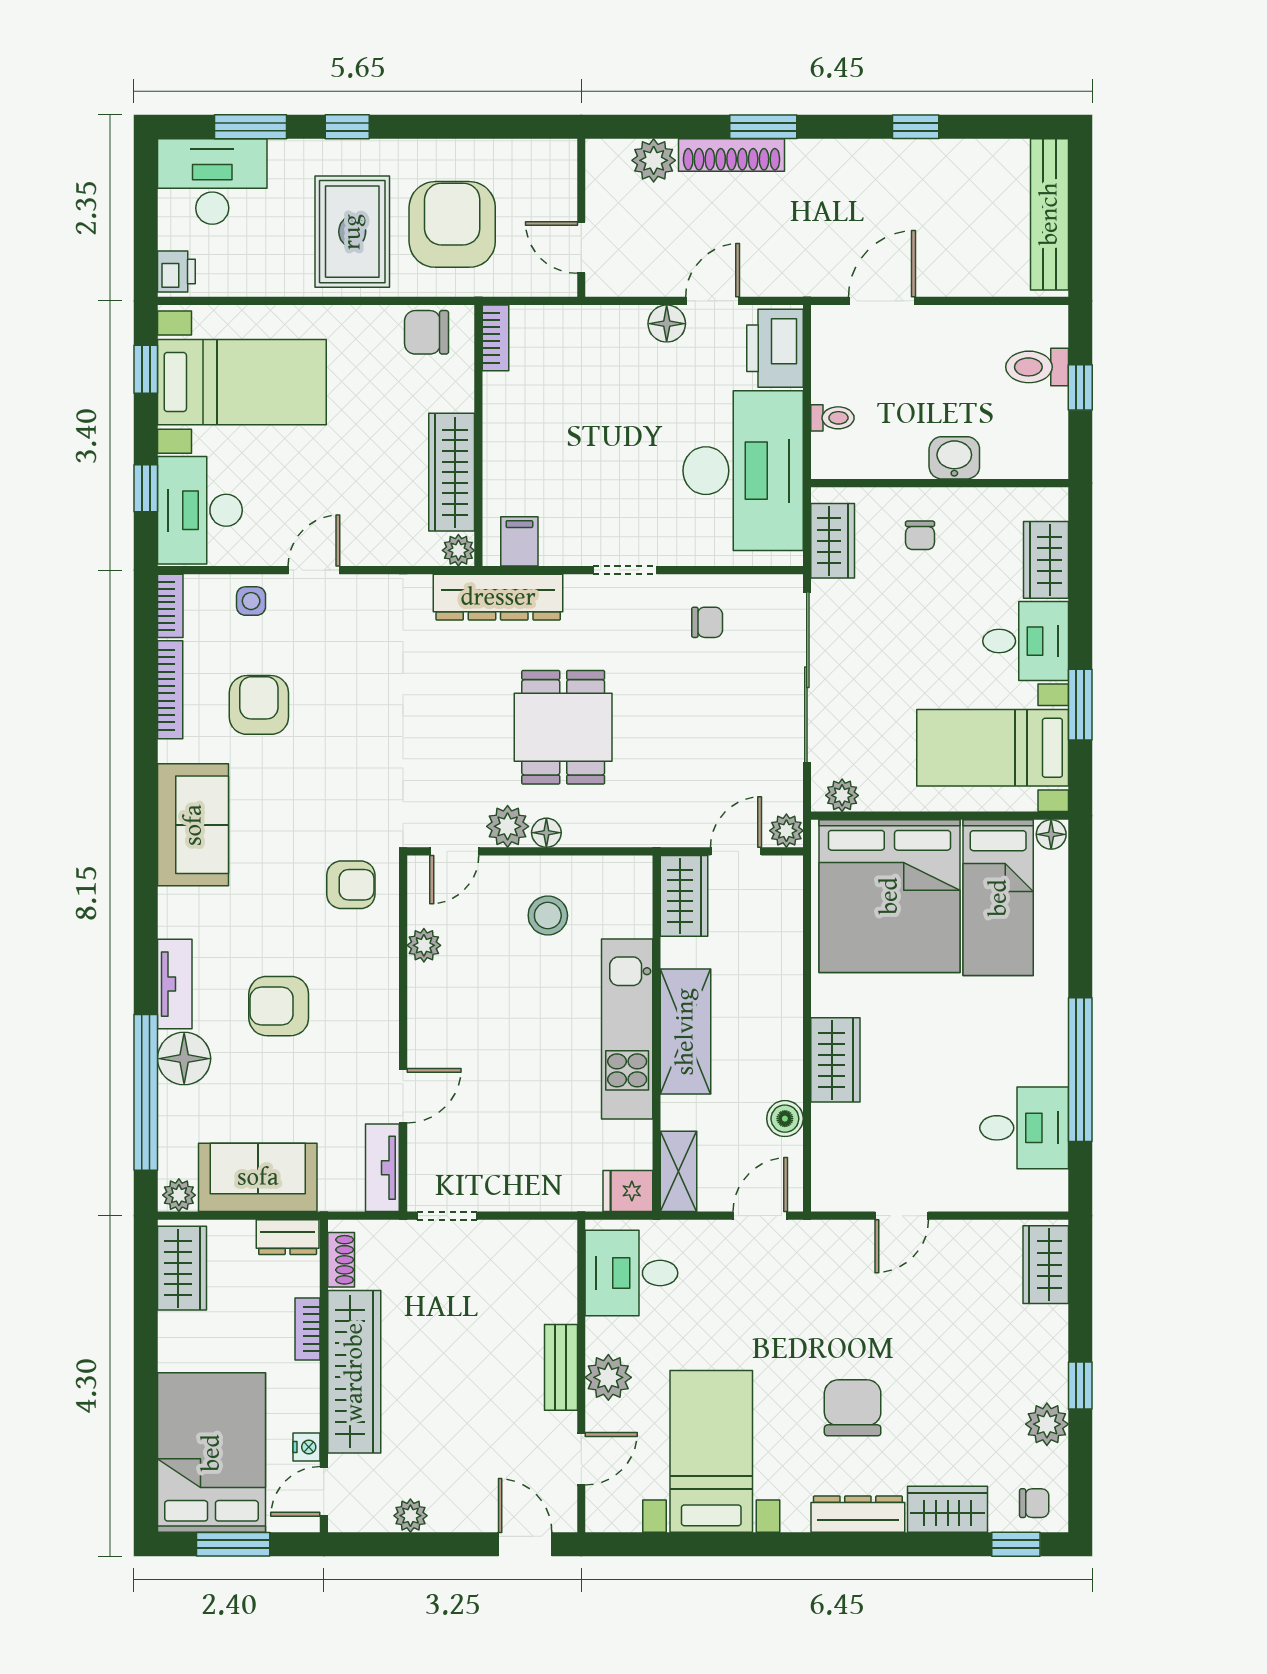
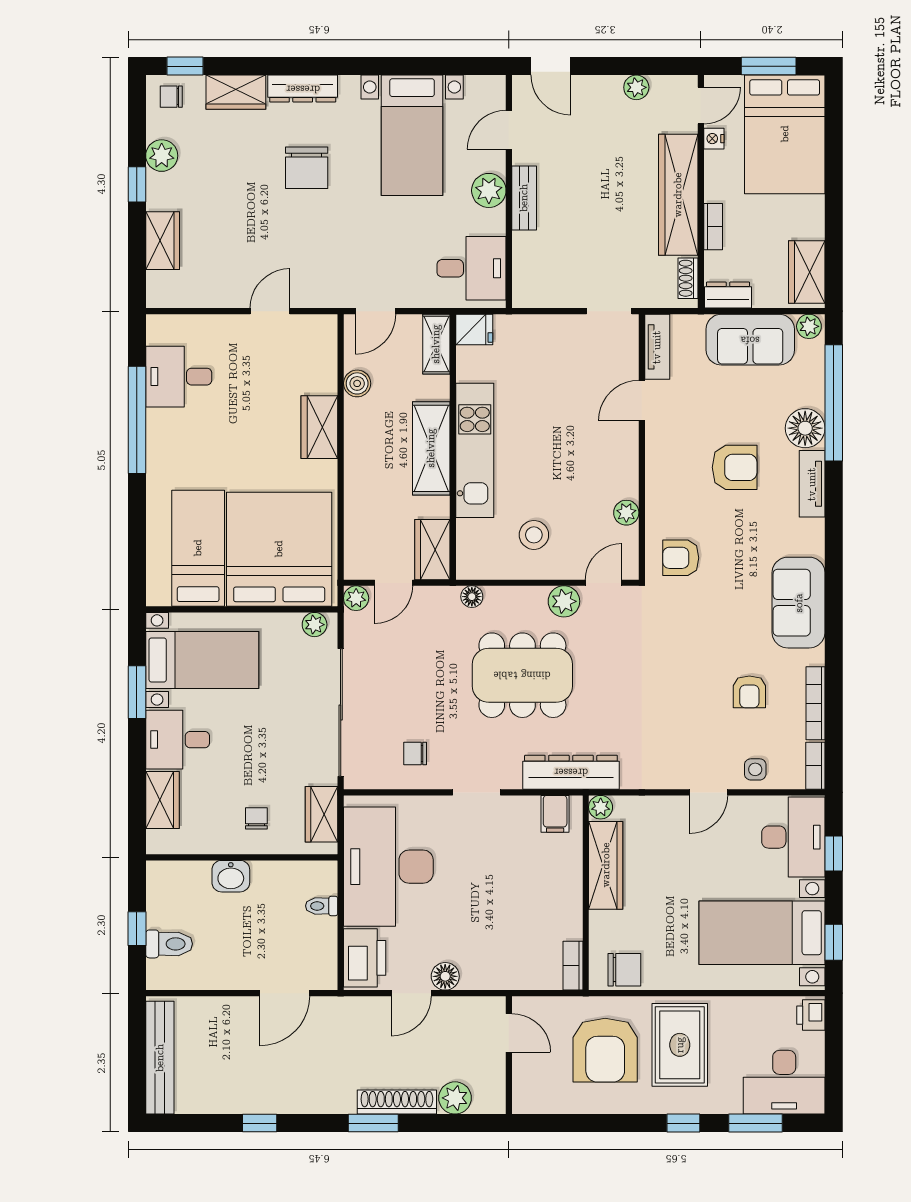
armchair: (259, 705) -> (749, 692), width x0.72, depth x0.72
dining table: (563, 727) -> (522, 675), width x1.38
floor lamp: (546, 833) -> (472, 597), moved
floor lamp: (1051, 834) -> (159, 595), removed
wardrobe: (1046, 1265) -> (163, 241), moved

